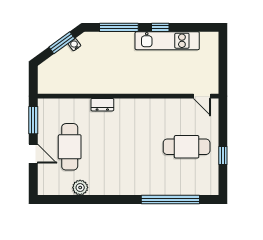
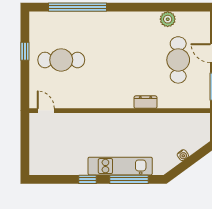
kitchen unit: (167, 41) -> (120, 166), moved
window: (62, 43) -> (186, 164), removed
water cooler: (74, 45) -> (183, 155), moved

